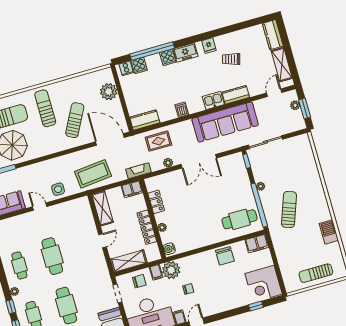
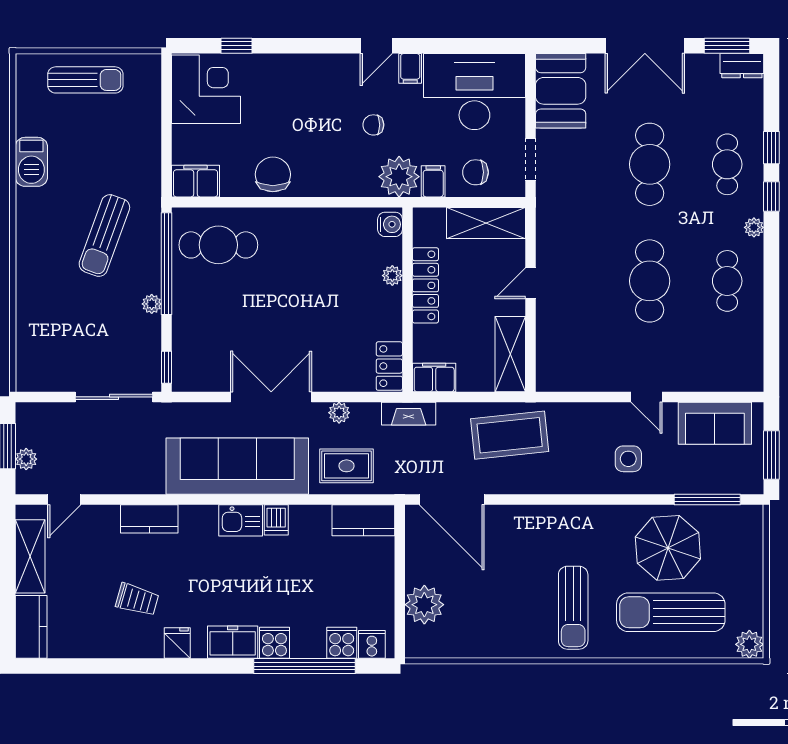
kitchen sink: (213, 101) -> (241, 520), moved
sun lounger: (75, 120) -> (516, 564), removed
sofa: (225, 122) -> (237, 466), moved
side table: (58, 189) -> (628, 459), moved
locker: (156, 202) -> (389, 366), moved

